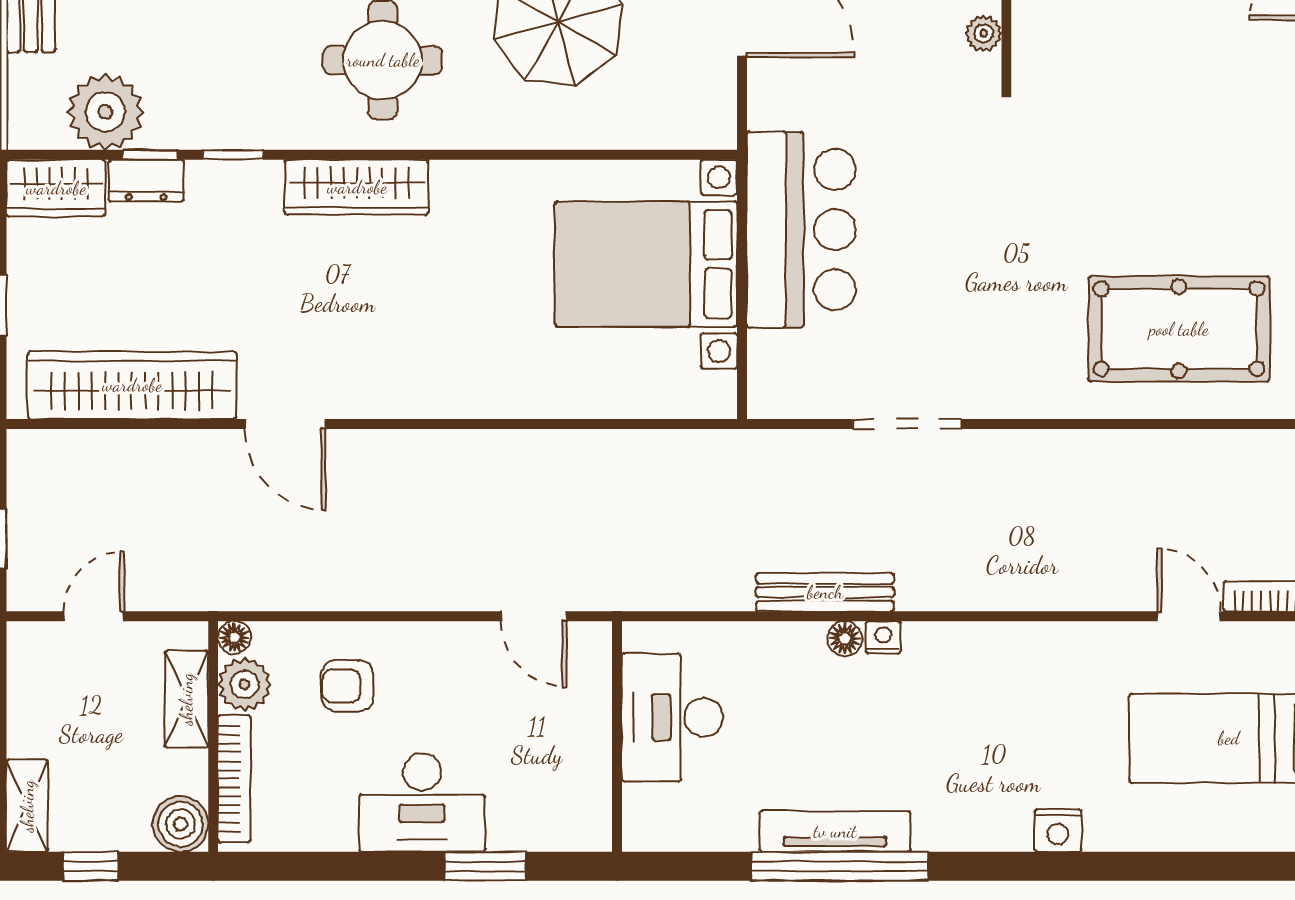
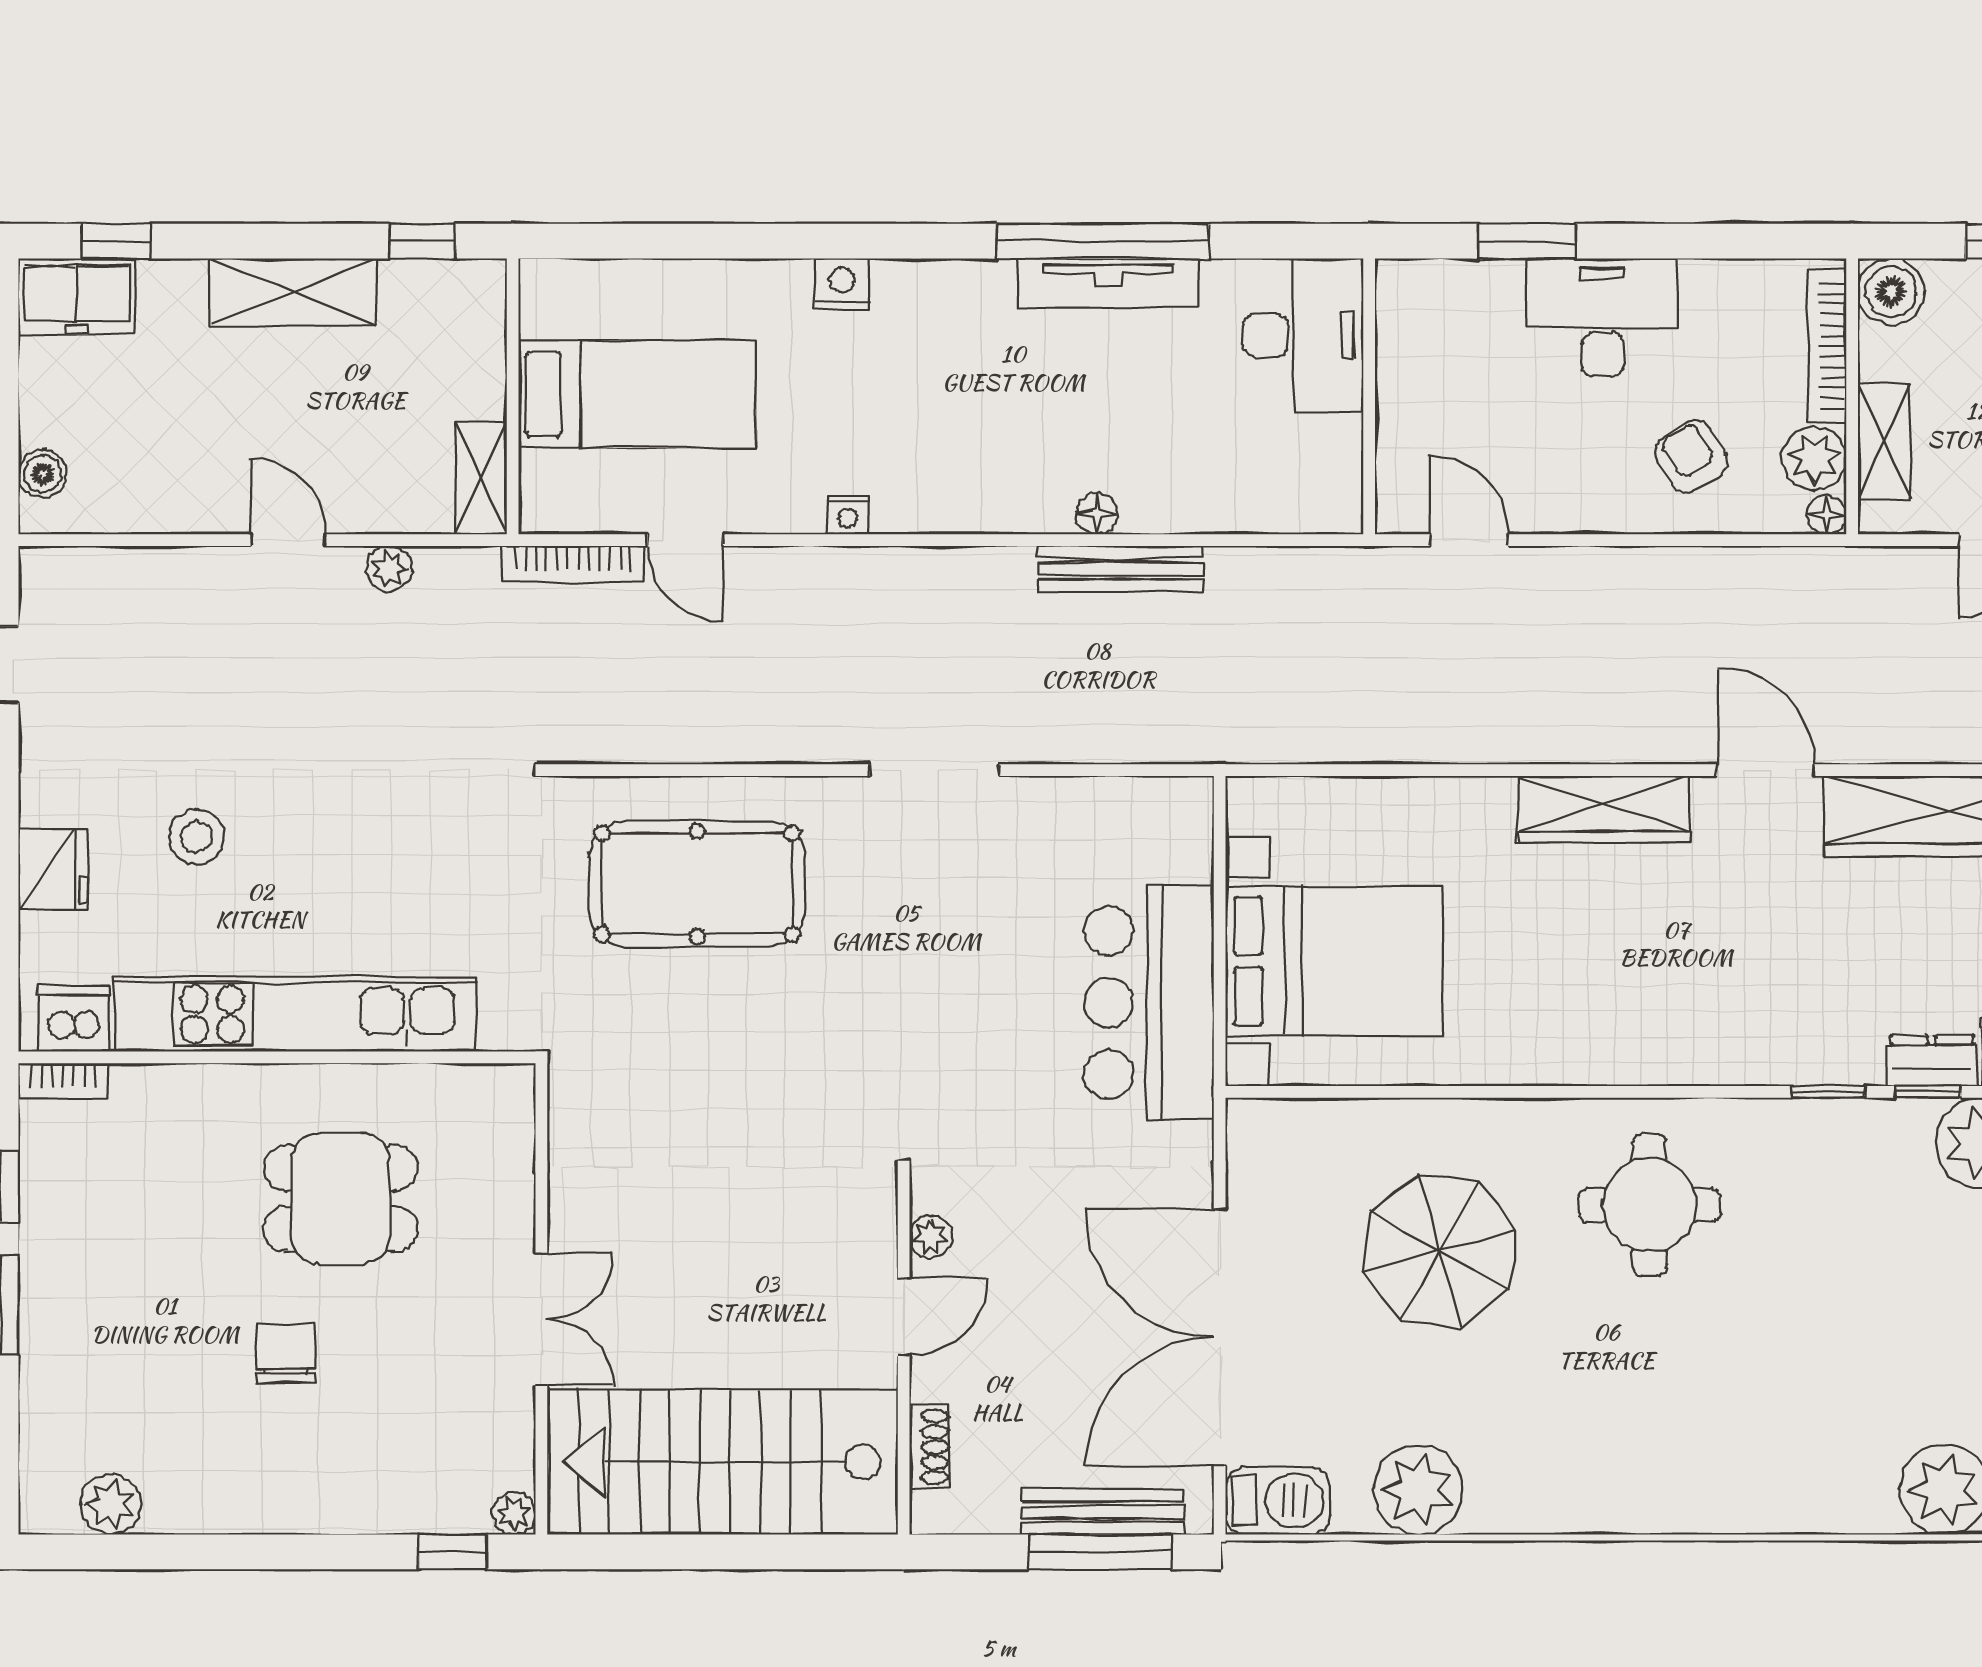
wardrobe: (357, 187) -> (1604, 809), moved, turned 180
doorway: (907, 424) -> (935, 770), moved
nightstand: (883, 637) -> (848, 515), moved
armchair: (347, 686) -> (1691, 457), turned -121
desk: (672, 717) -> (1303, 335), moved

